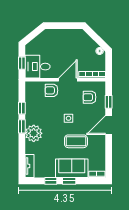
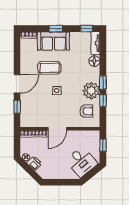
printer: (91, 45) -> (34, 163), added
desk: (38, 67) -> (82, 162), moved, turned 51
armchair: (52, 90) -> (86, 111), moved
armchair: (90, 97) -> (36, 111), removed
plant: (34, 133) -> (91, 91), moved
floor lamp: (31, 148) -> (94, 61), added
window: (51, 181) -> (87, 29), moved

